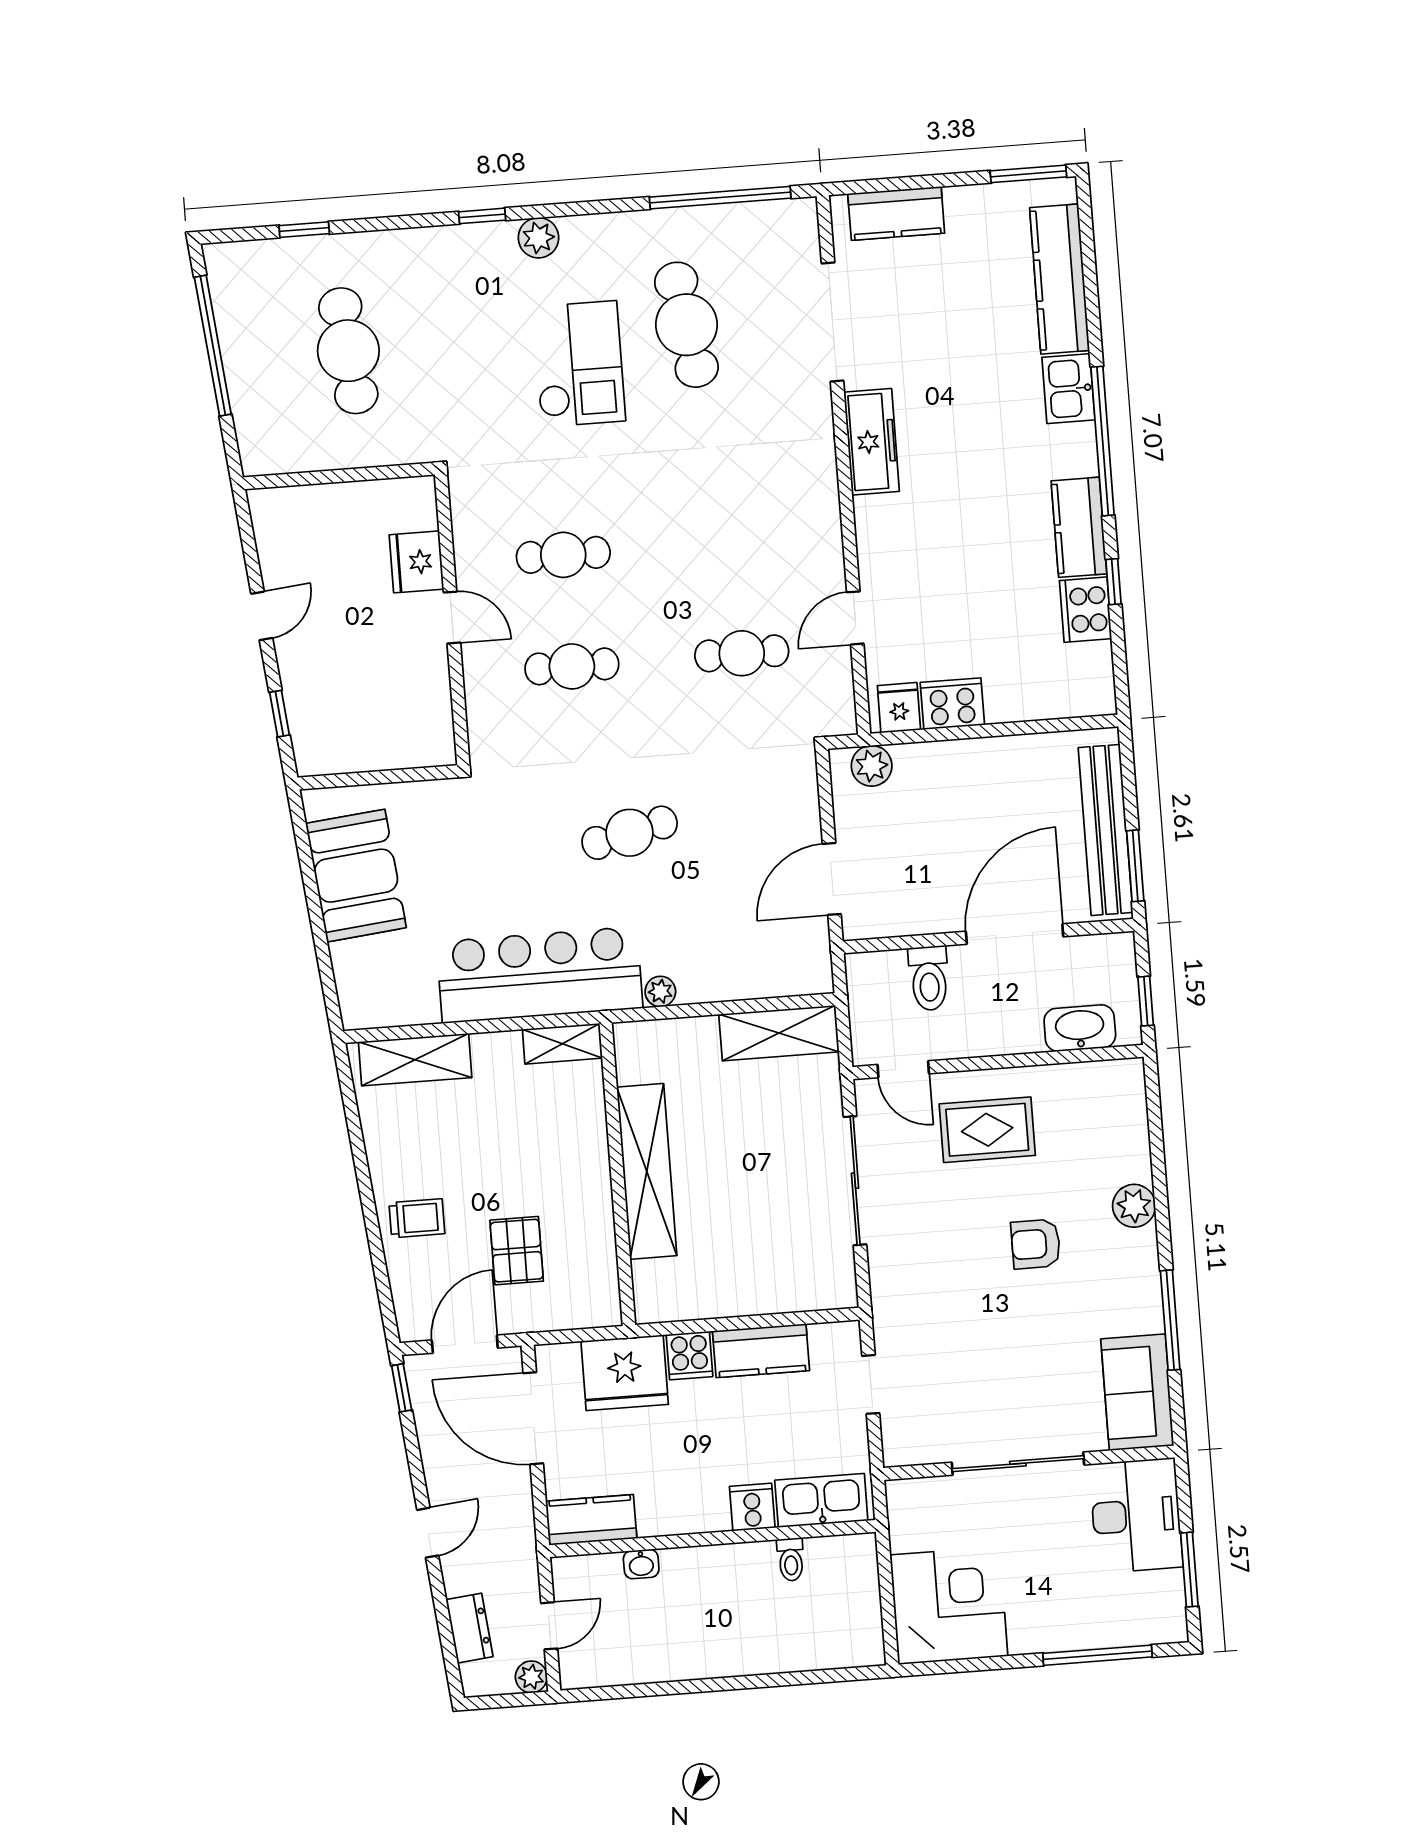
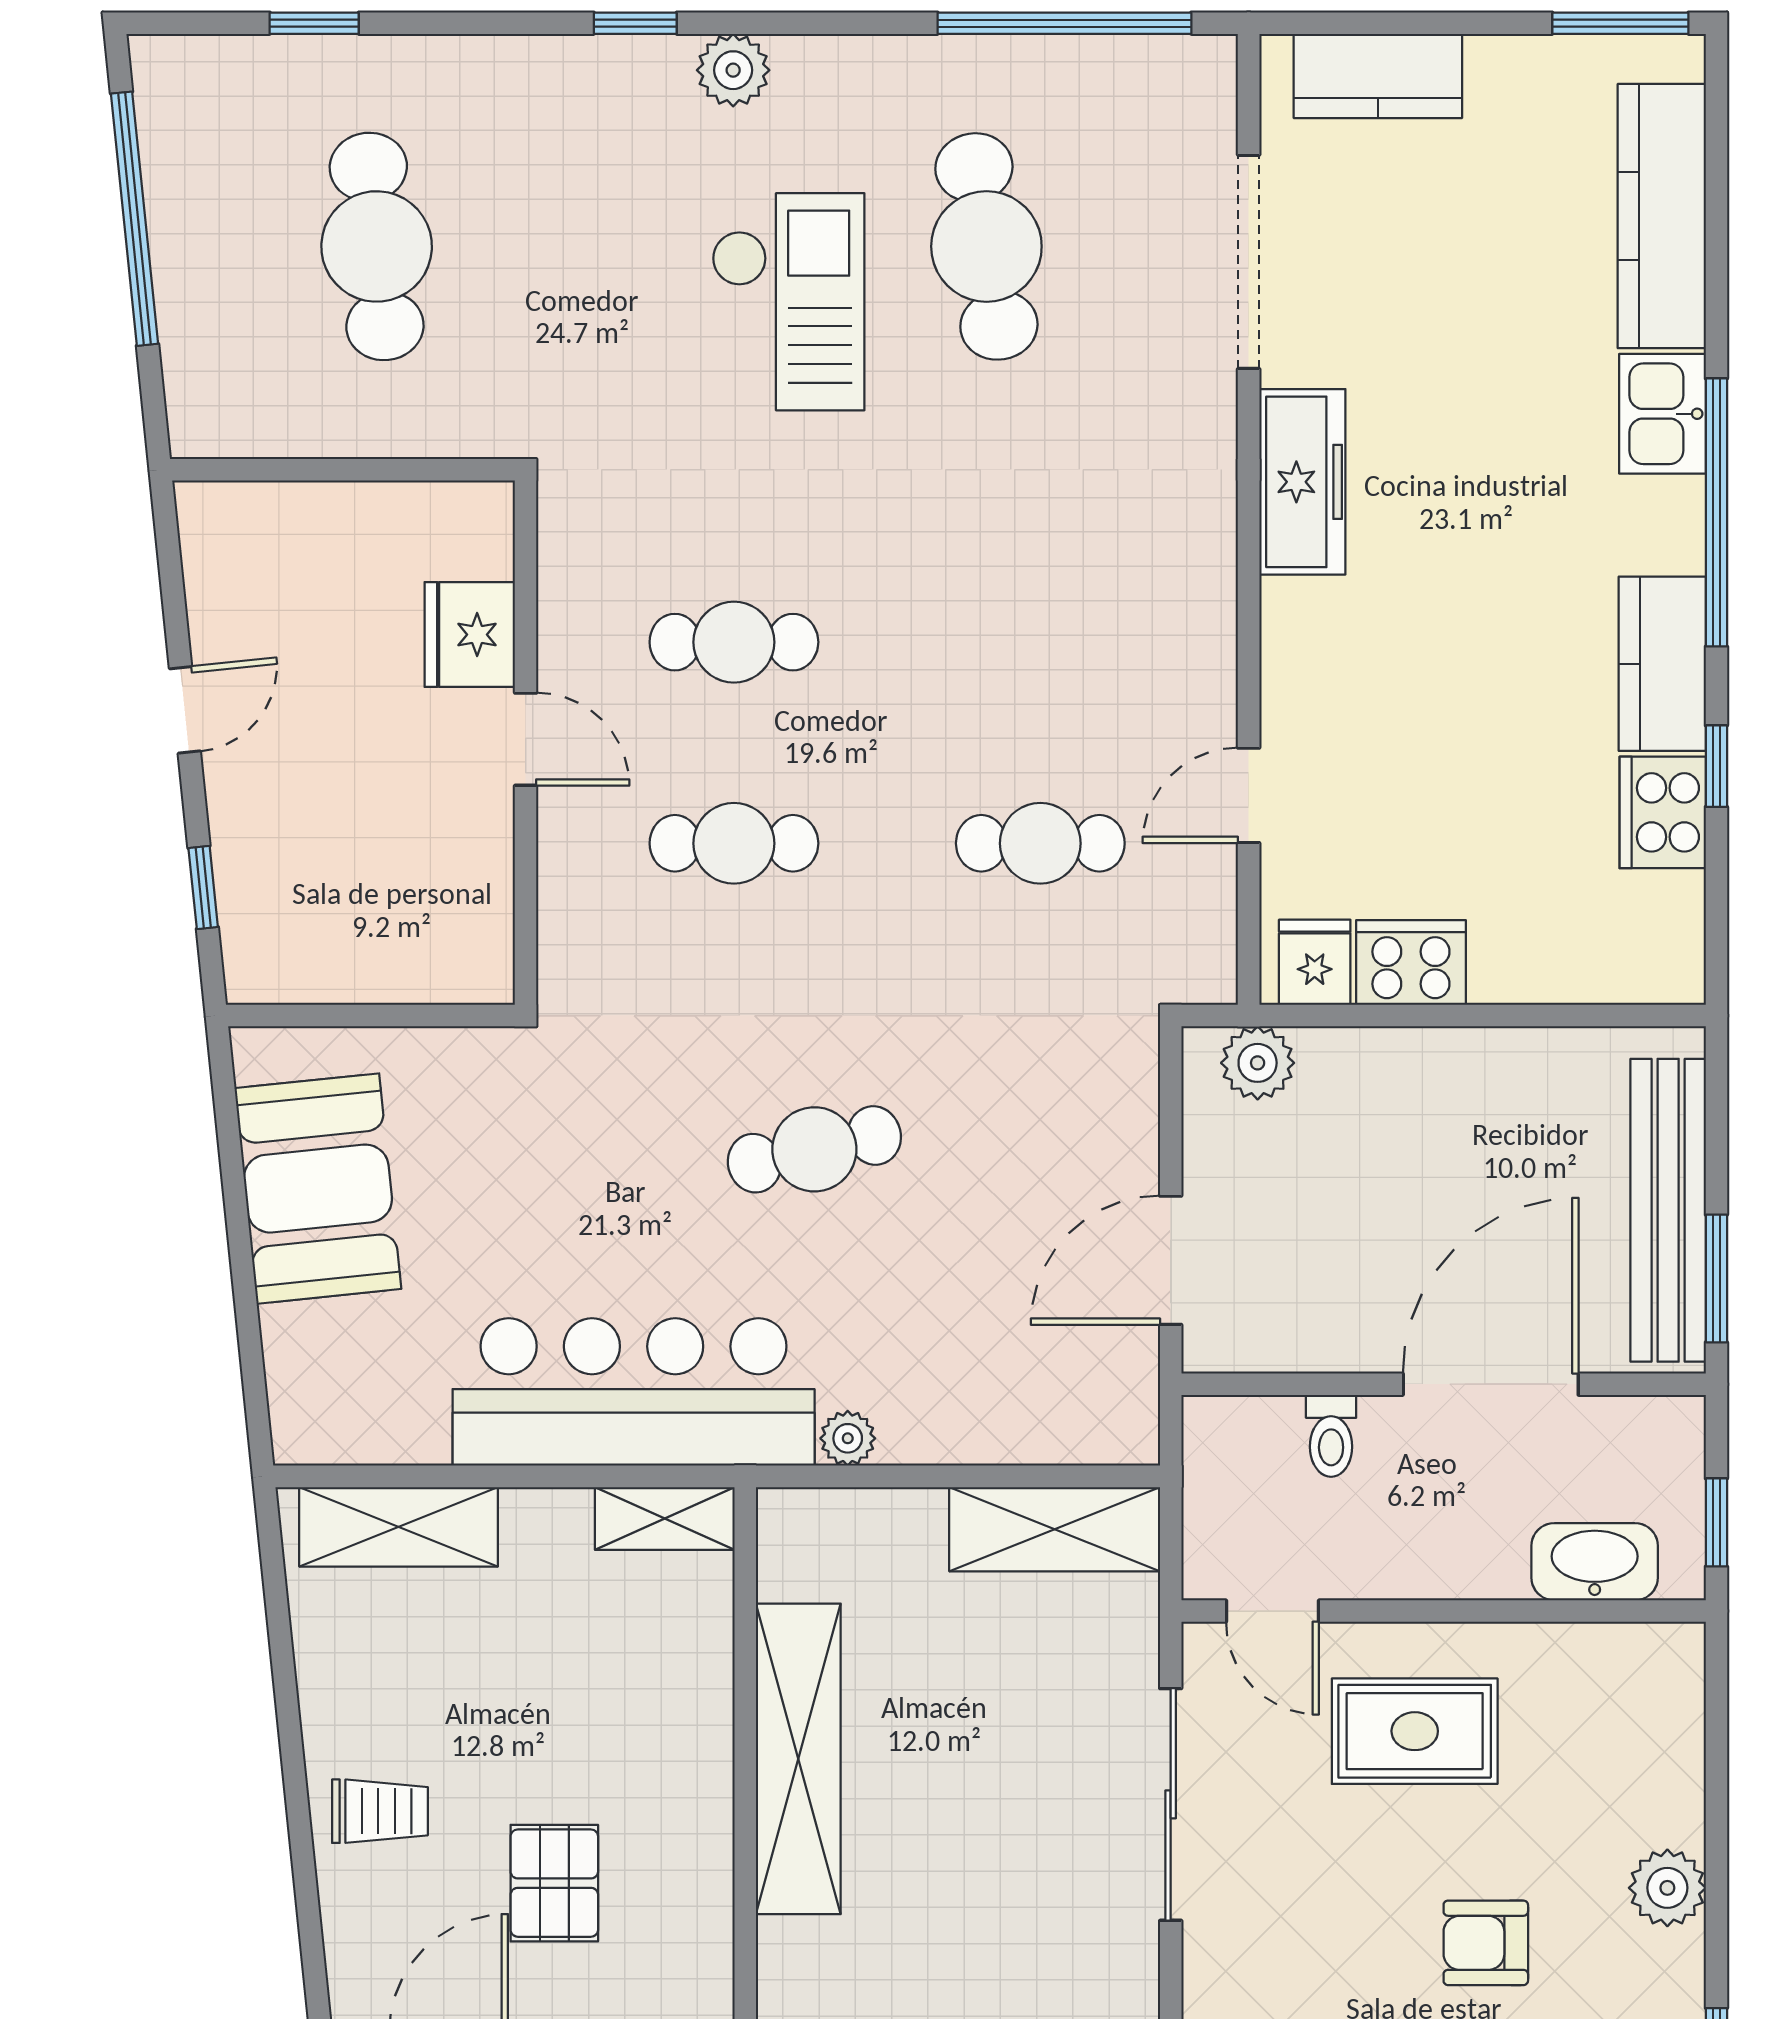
toilet: (929, 978) -> (1331, 1436), width x0.73, depth x0.72

